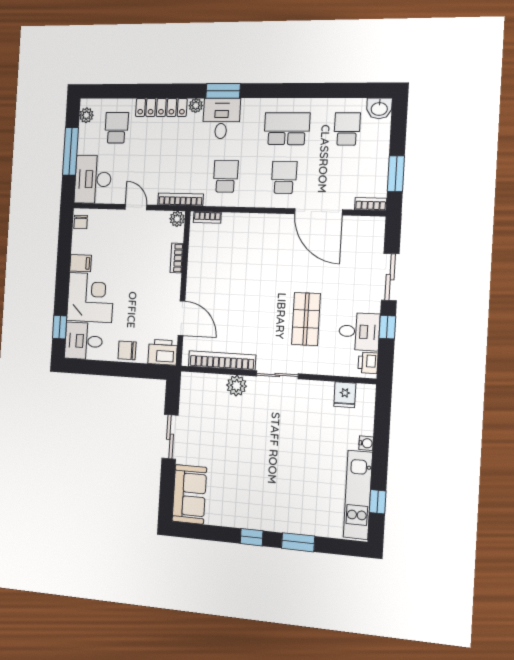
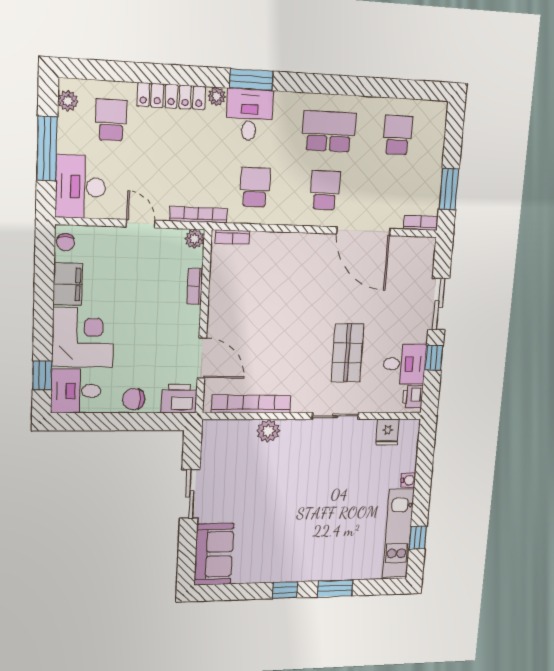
washbasin: (379, 108) -> (434, 113), removed
filing cabinet: (81, 263) -> (68, 284), width x2.00
sliding door: (277, 375) -> (335, 416), moved

